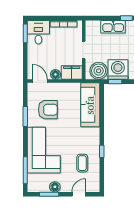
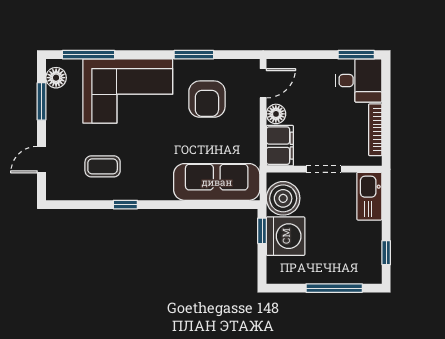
kitchen sink: (113, 27) -> (369, 196), moved
floor lamp: (55, 187) -> (56, 78), moved
door: (79, 194) -> (41, 160), swing flipped

